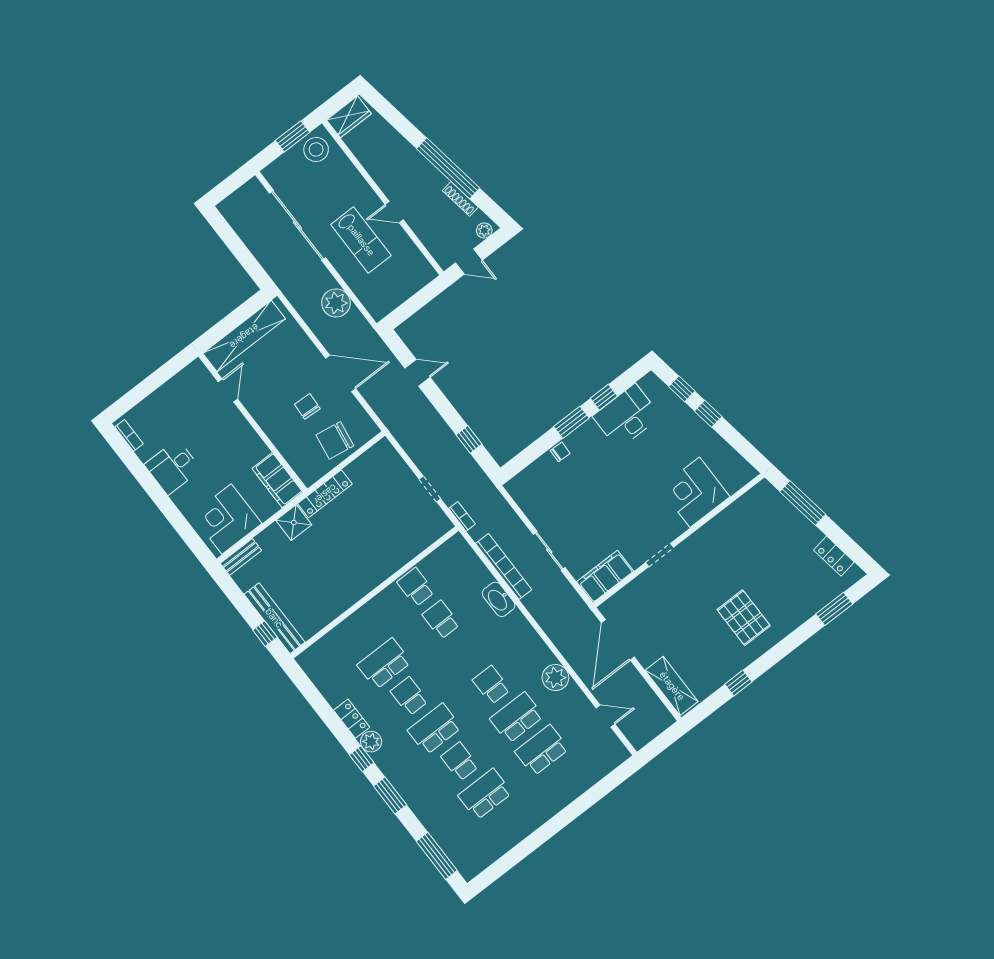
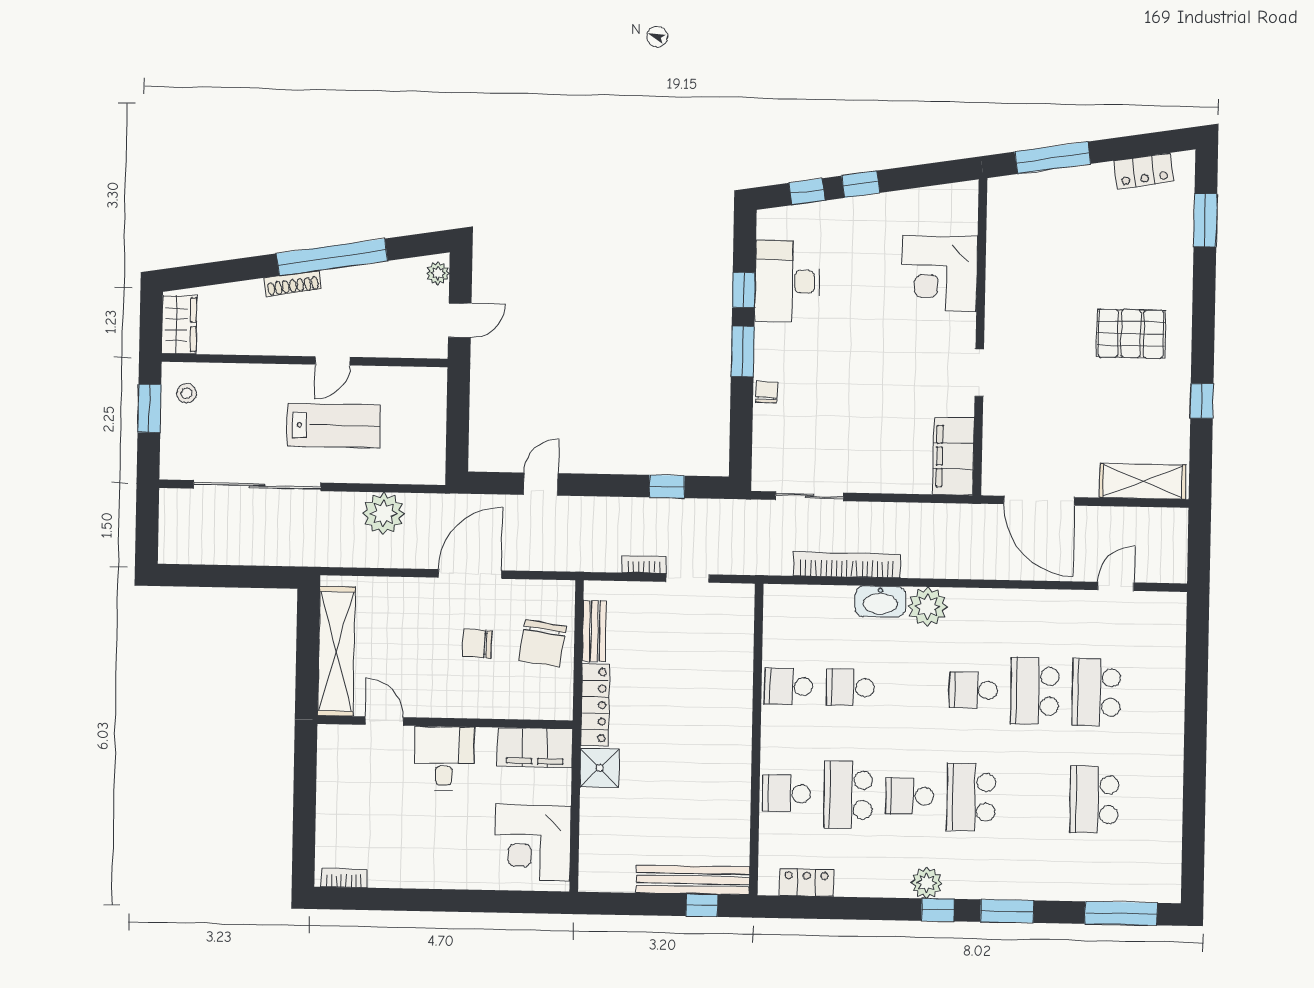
stool: (316, 149) -> (187, 393), width x0.53, depth x0.53
shoe rack: (460, 199) -> (293, 284), moved
desk: (173, 467) -> (444, 758), moved, turned 180
bookcase: (462, 516) -> (644, 564), moved
sliding door: (549, 551) -> (810, 496), moved
bench: (241, 557) -> (594, 631), moved
plant: (555, 678) -> (928, 607), moved
locker: (352, 719) -> (807, 883), moved
school desk: (460, 762) -> (787, 794), moved

